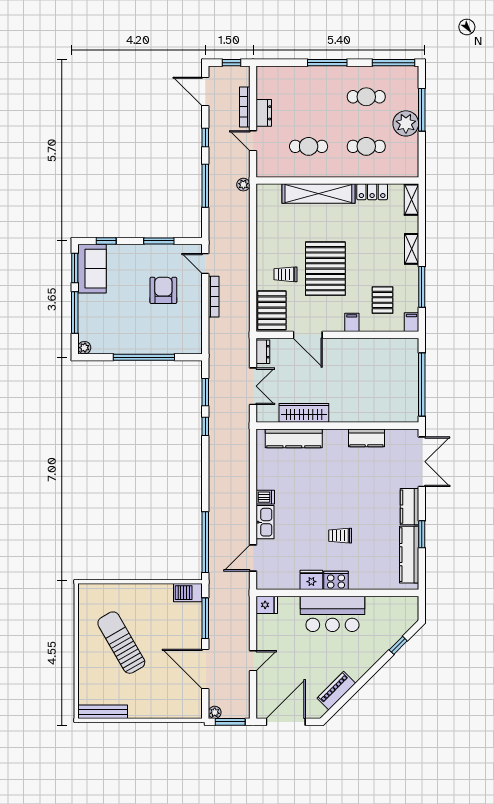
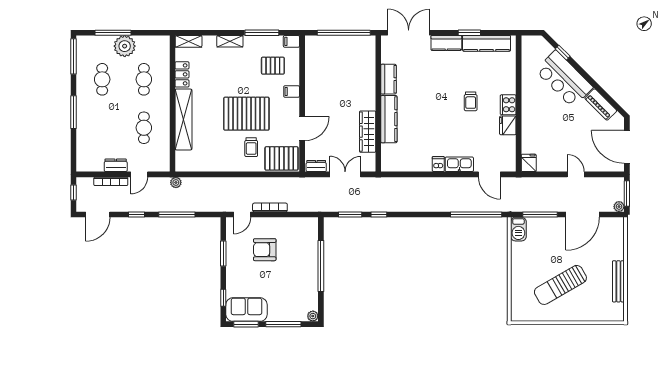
kitchen counter: (294, 438) -> (389, 119), moved
bar counter: (332, 614) -> (564, 79), moved, turned 135
bench: (103, 712) -> (618, 281), moved

